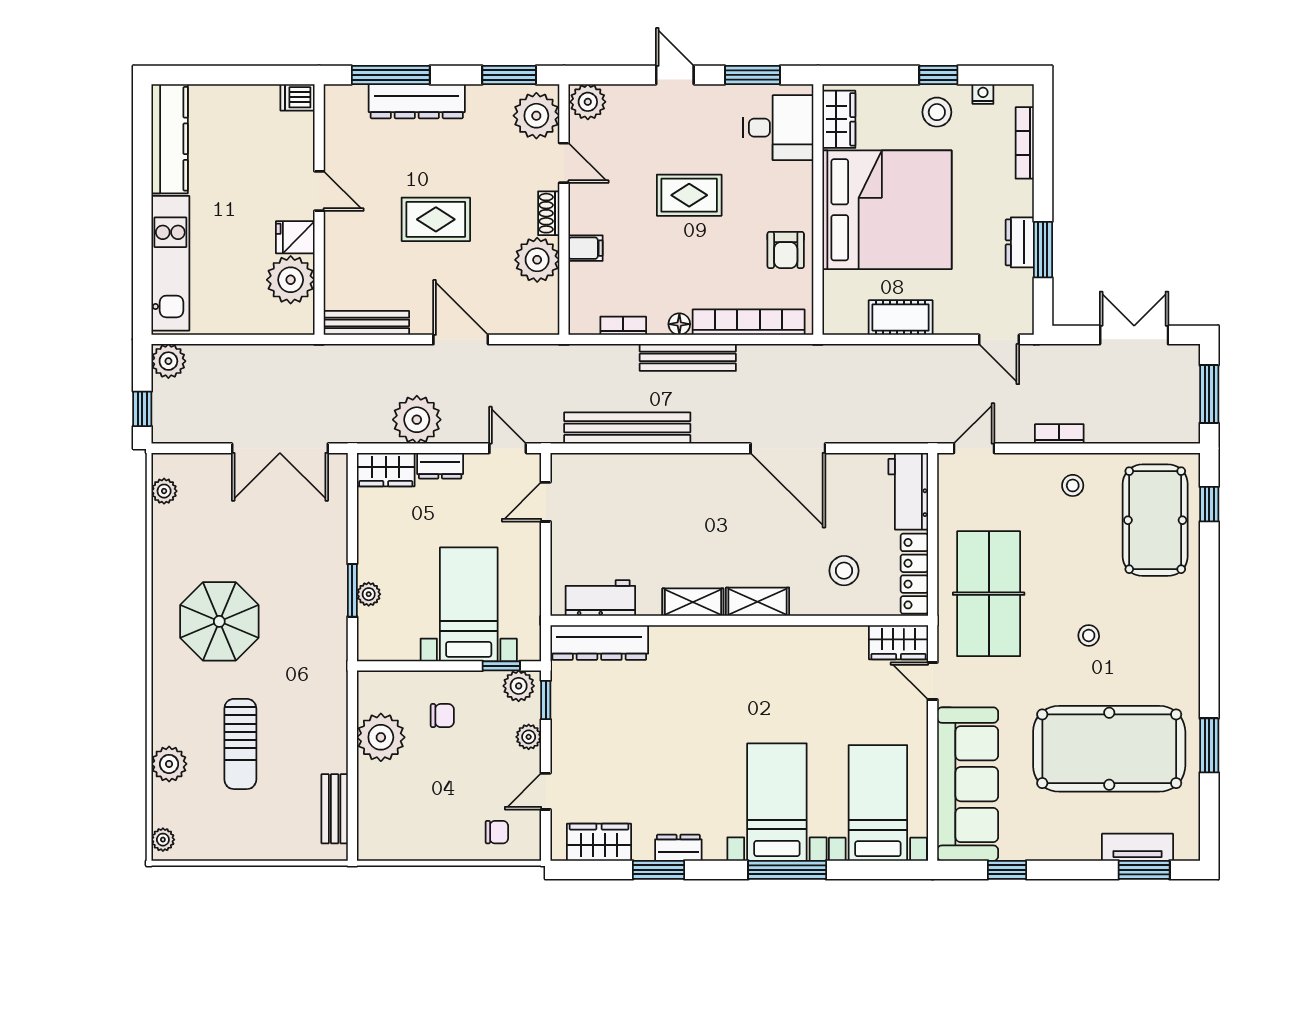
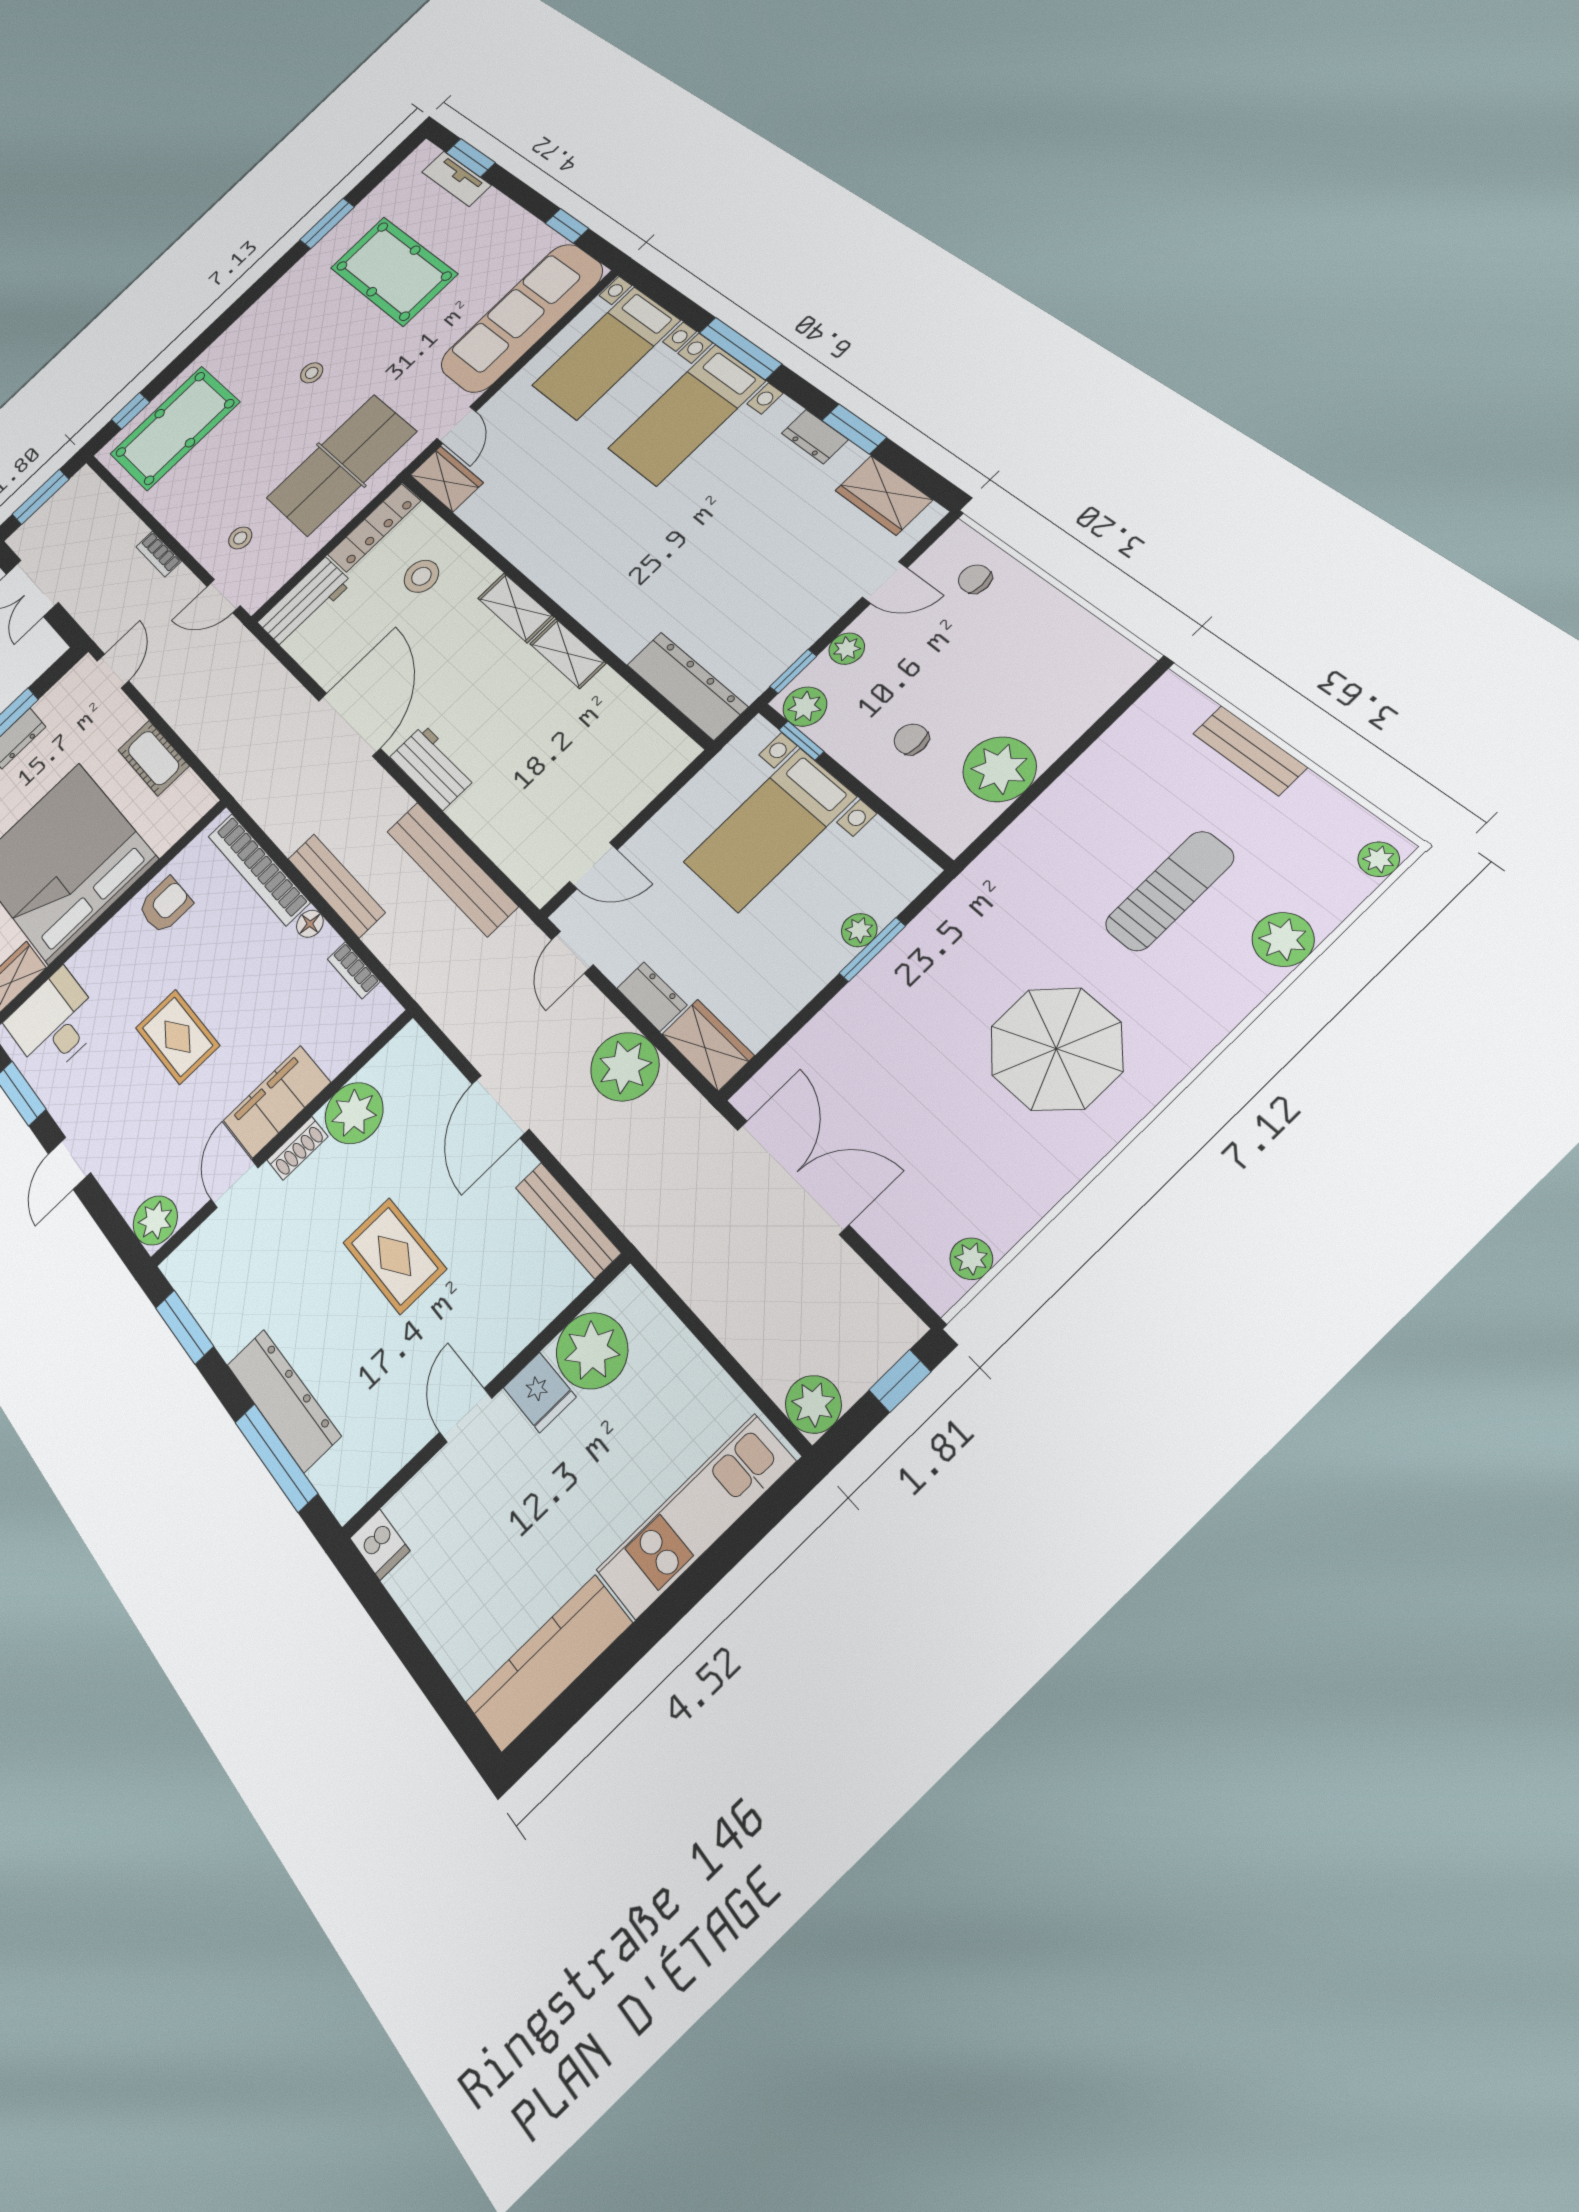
plant: (536, 116) -> (207, 1258), removed
filing cabinet: (586, 248) -> (277, 1102), width x3.00, depth x1.17
stool: (1073, 485) -> (240, 538), moved
workbench: (600, 598) -> (433, 767), moved, turned 180
pool table: (1109, 749) -> (393, 271), width x0.73, depth x0.76
bench: (335, 809) -> (1250, 750), moved, turned 90

